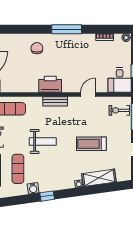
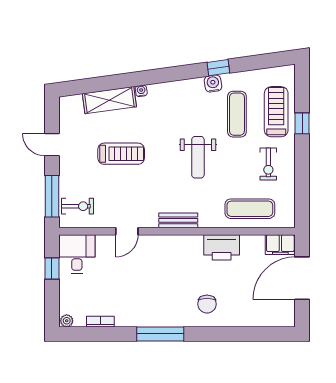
printer: (50, 84) -> (222, 247), moved
weight bench: (43, 141) -> (198, 157), turned -90
window: (47, 196) -> (218, 68), moved

